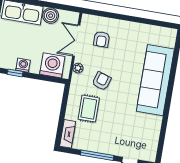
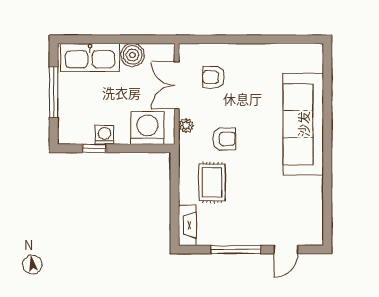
armchair: (102, 39) -> (214, 77), turned 90
armchair: (102, 81) -> (224, 139), turned 73

